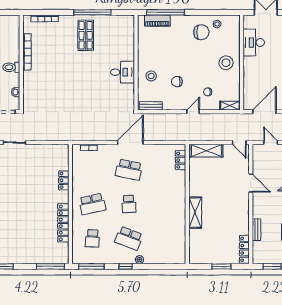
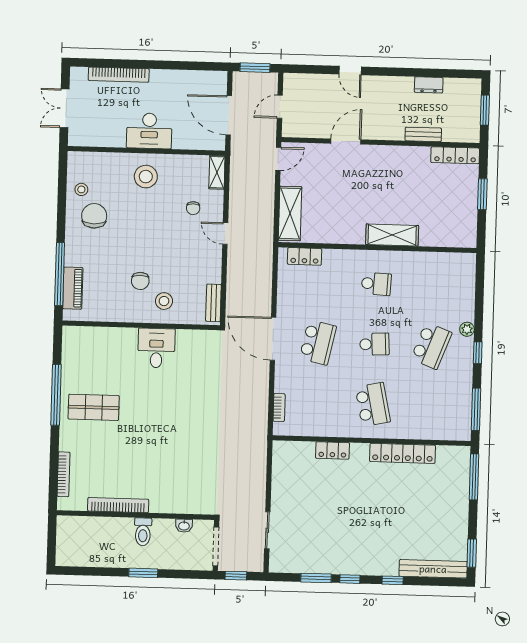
desk: (254, 43) -> (149, 131), moved
chair: (177, 82) -> (140, 281), moved
school desk: (92, 238) -> (376, 284), moved

